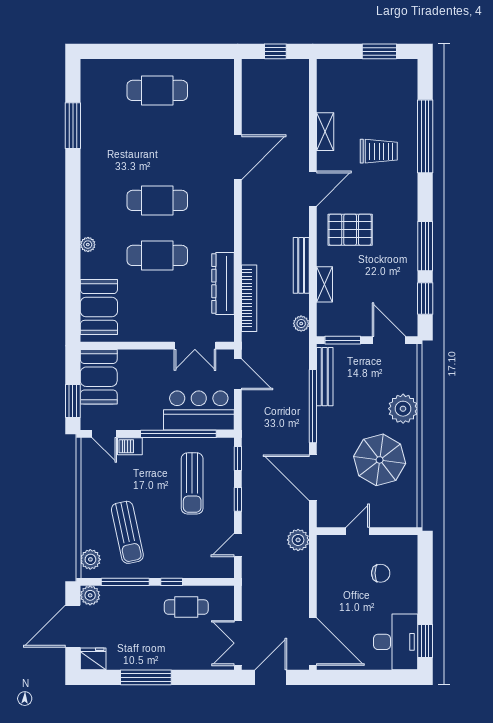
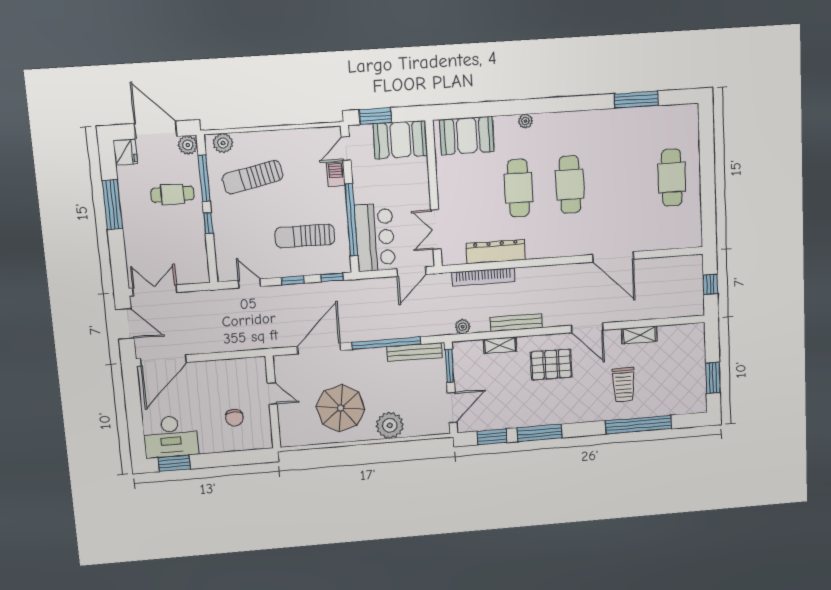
pallet: (350, 230) -> (551, 364), turned 90
plant: (298, 540) -> (259, 339), removed
cafe table: (186, 607) -> (173, 194), moved, turned 90

